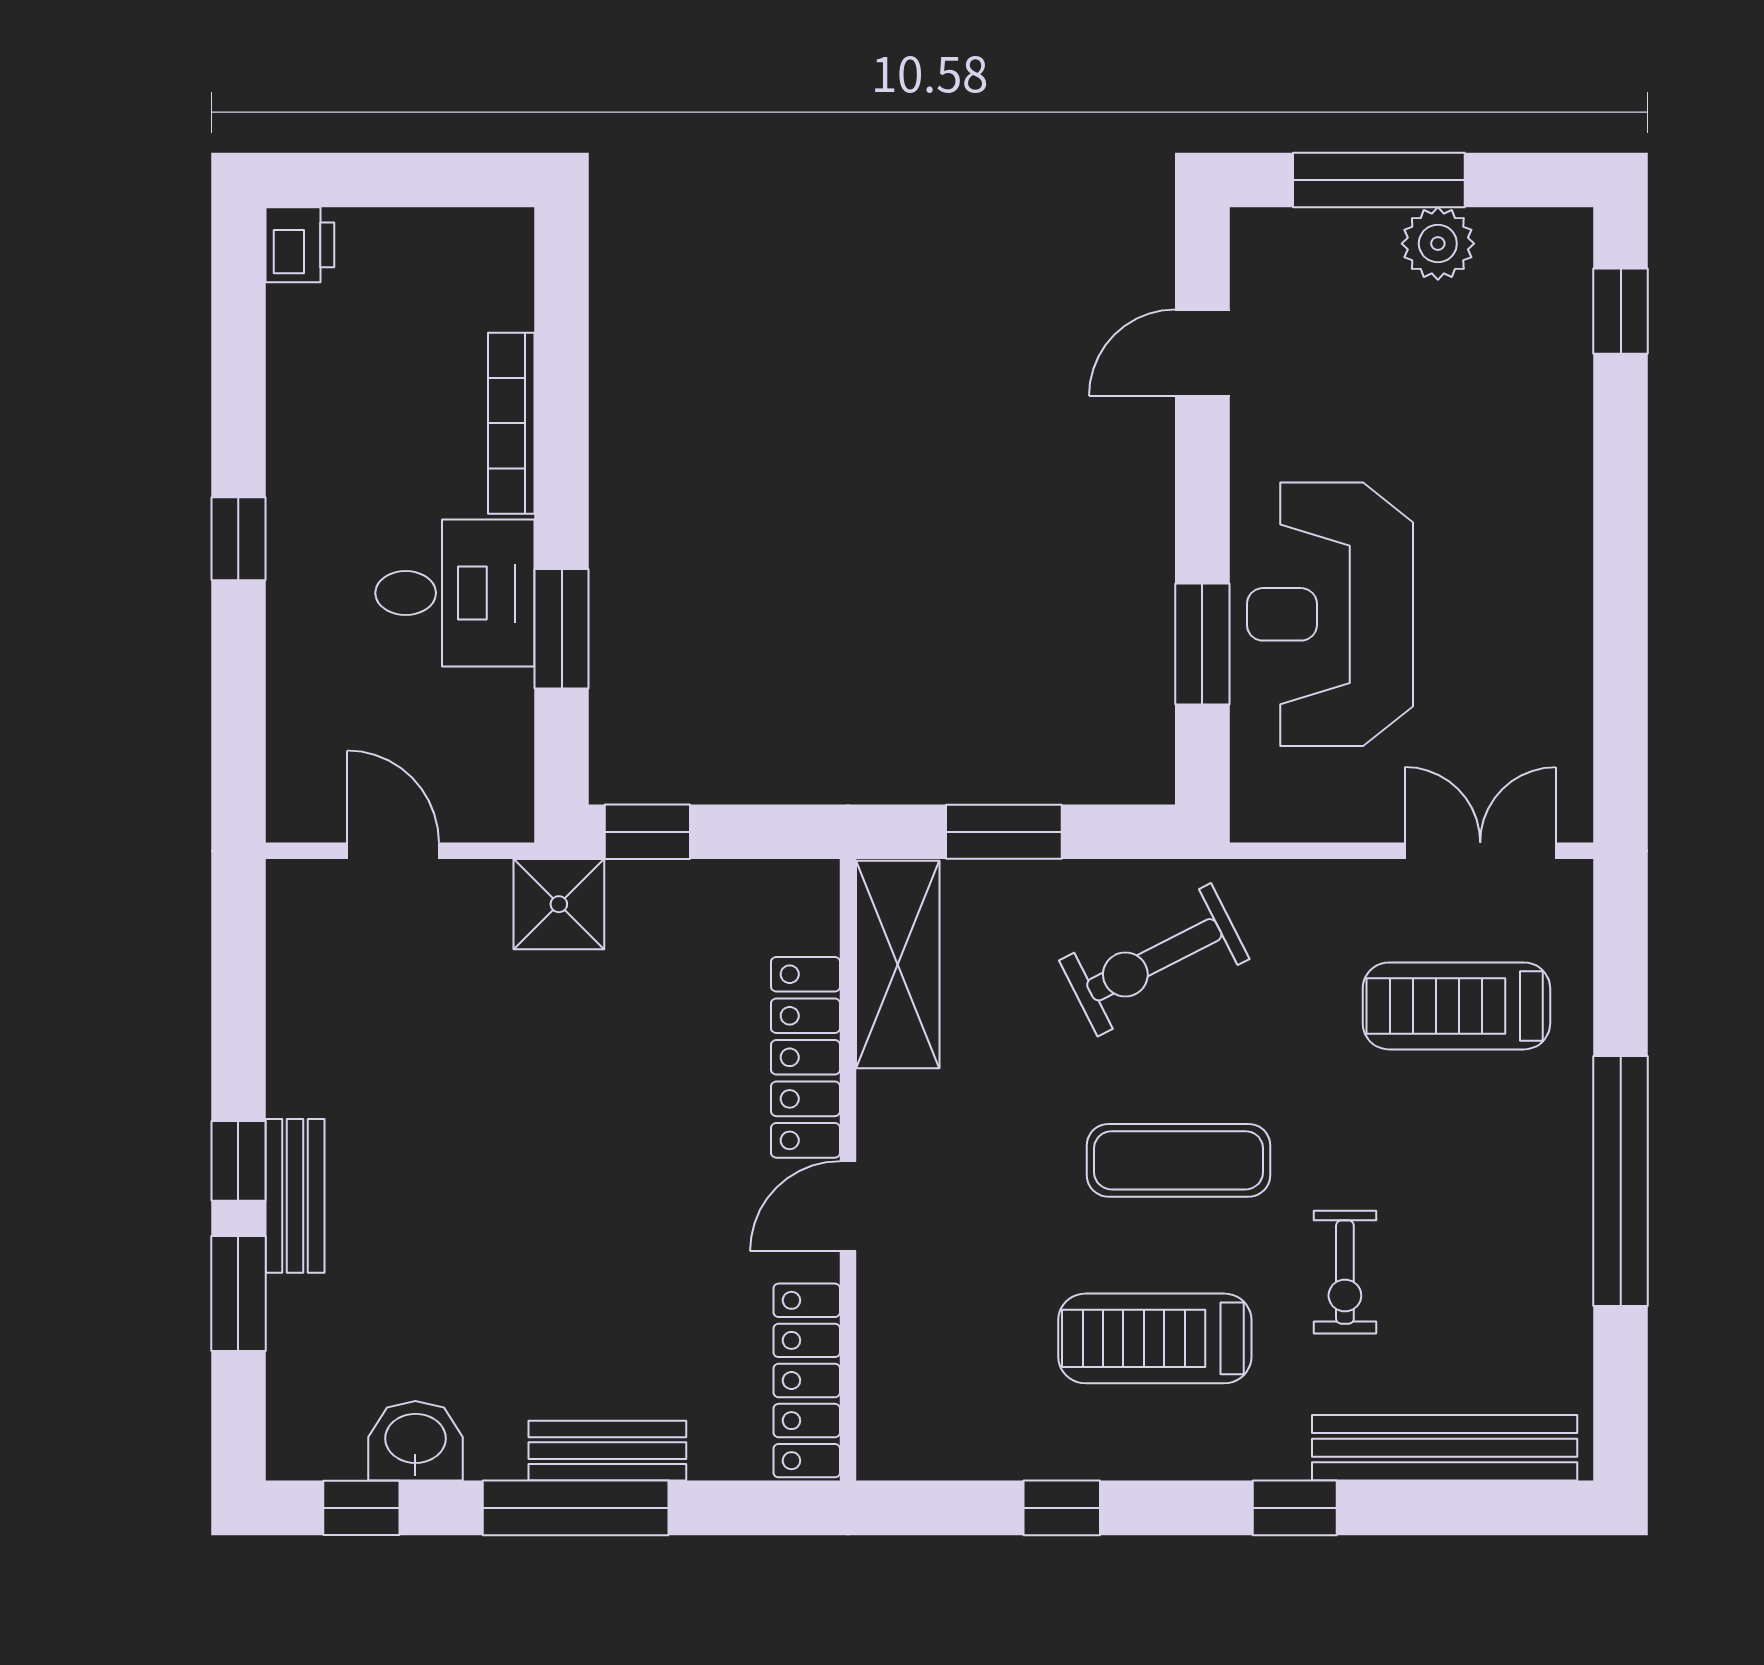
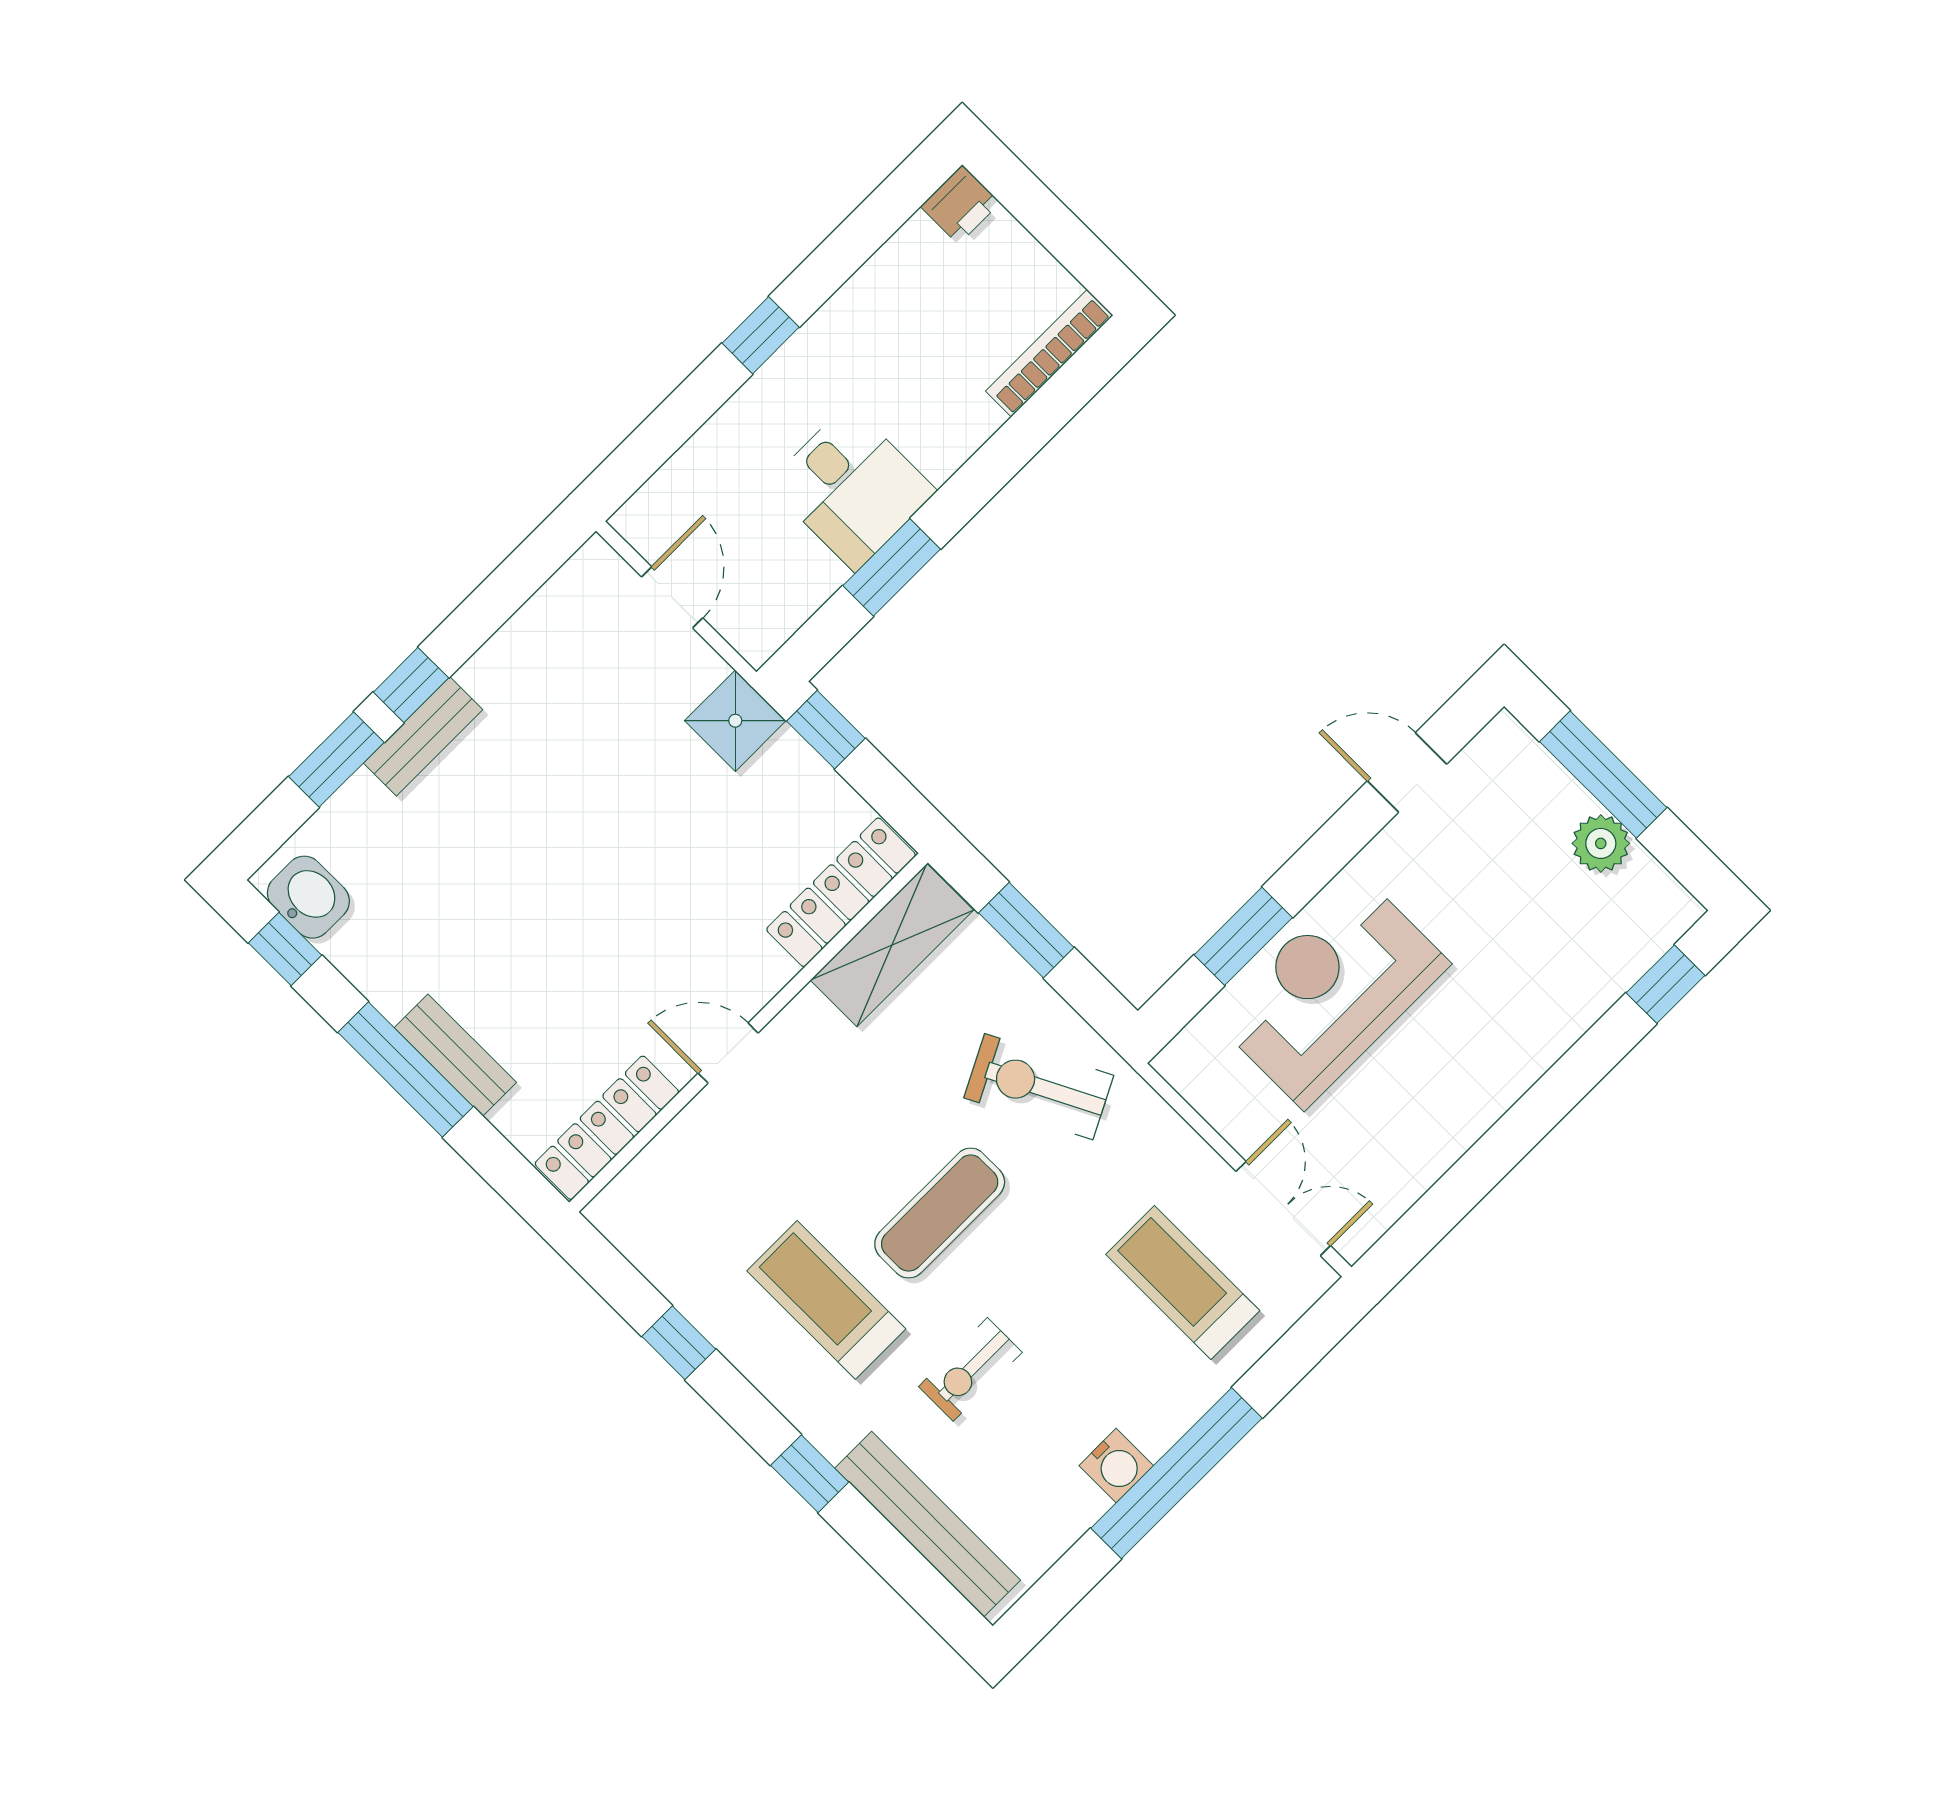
bookcase: (511, 423) -> (1049, 353), moved
locker: (806, 1057) -> (841, 892), moved
exercise mat: (1179, 1160) -> (940, 1213), turned 90
water cooler: (1560, 1228) -> (1116, 1466), added
washbasin: (415, 1441) -> (308, 897), moved

